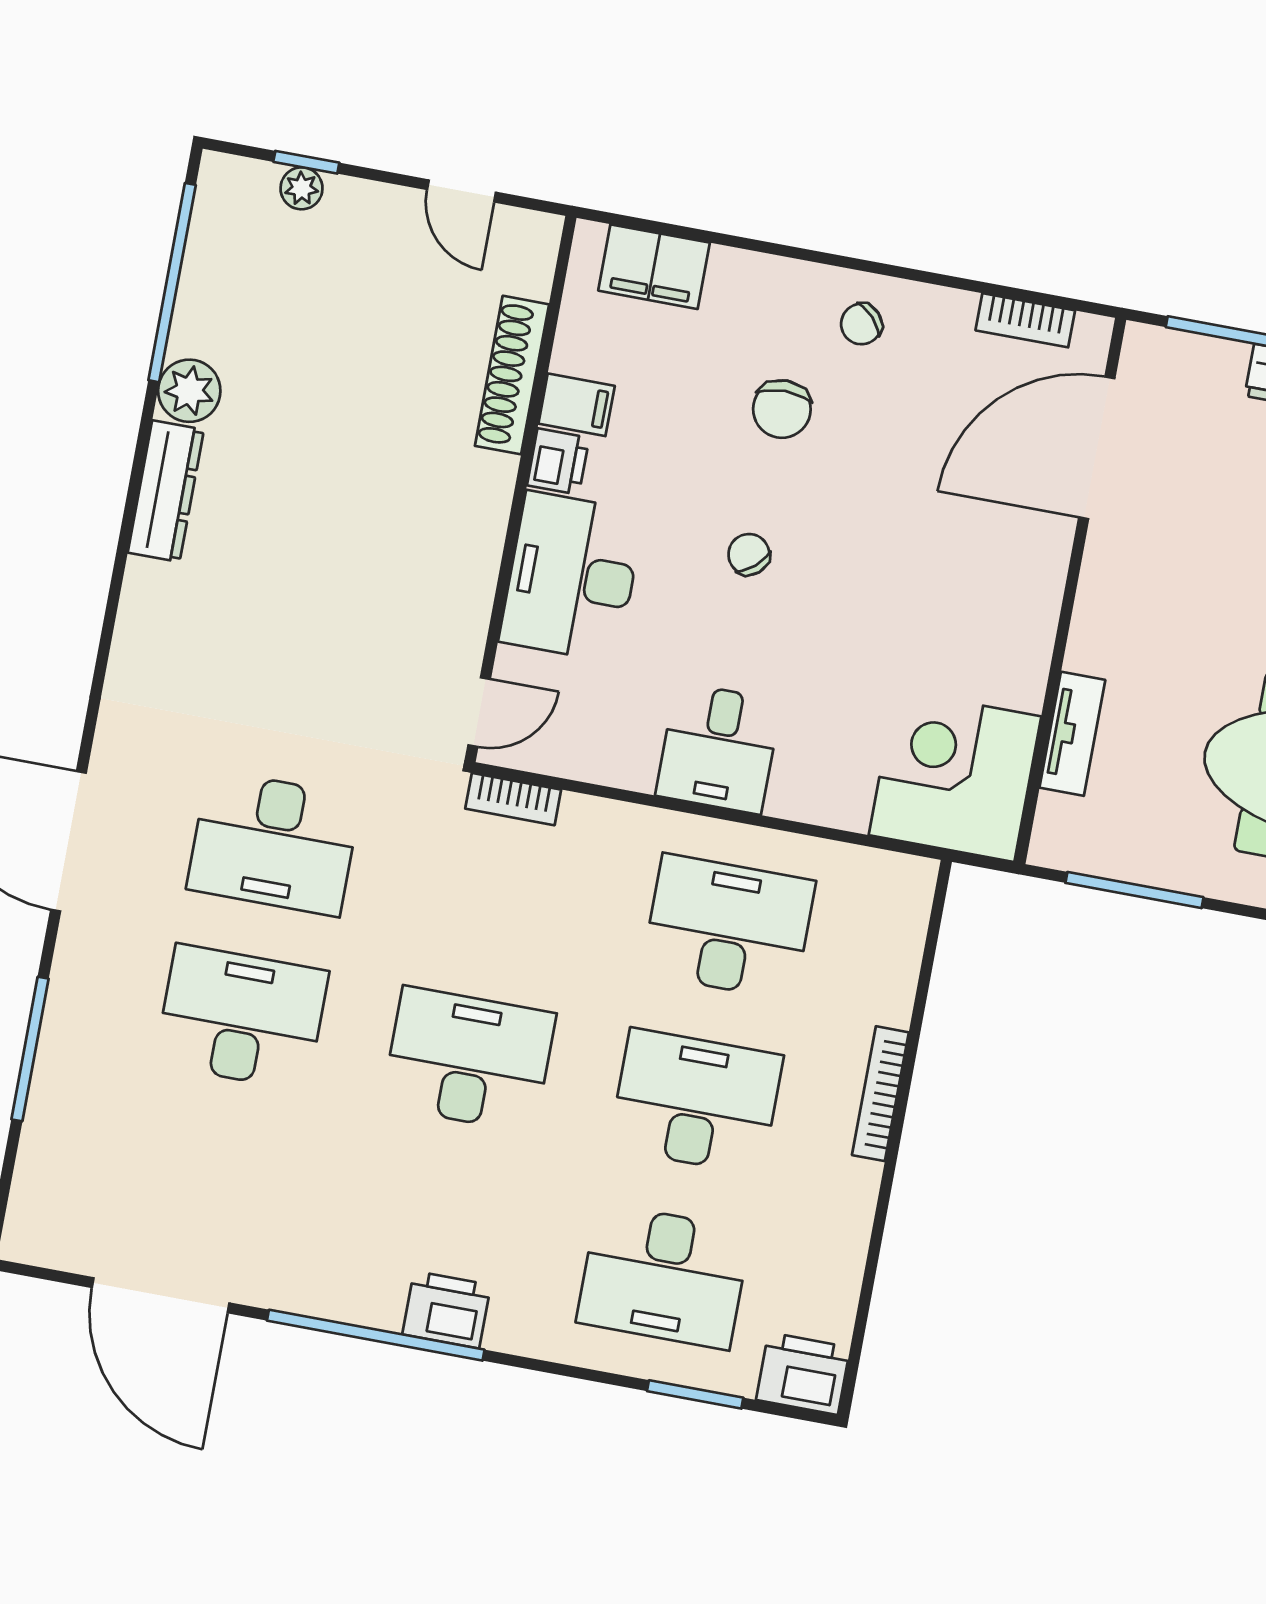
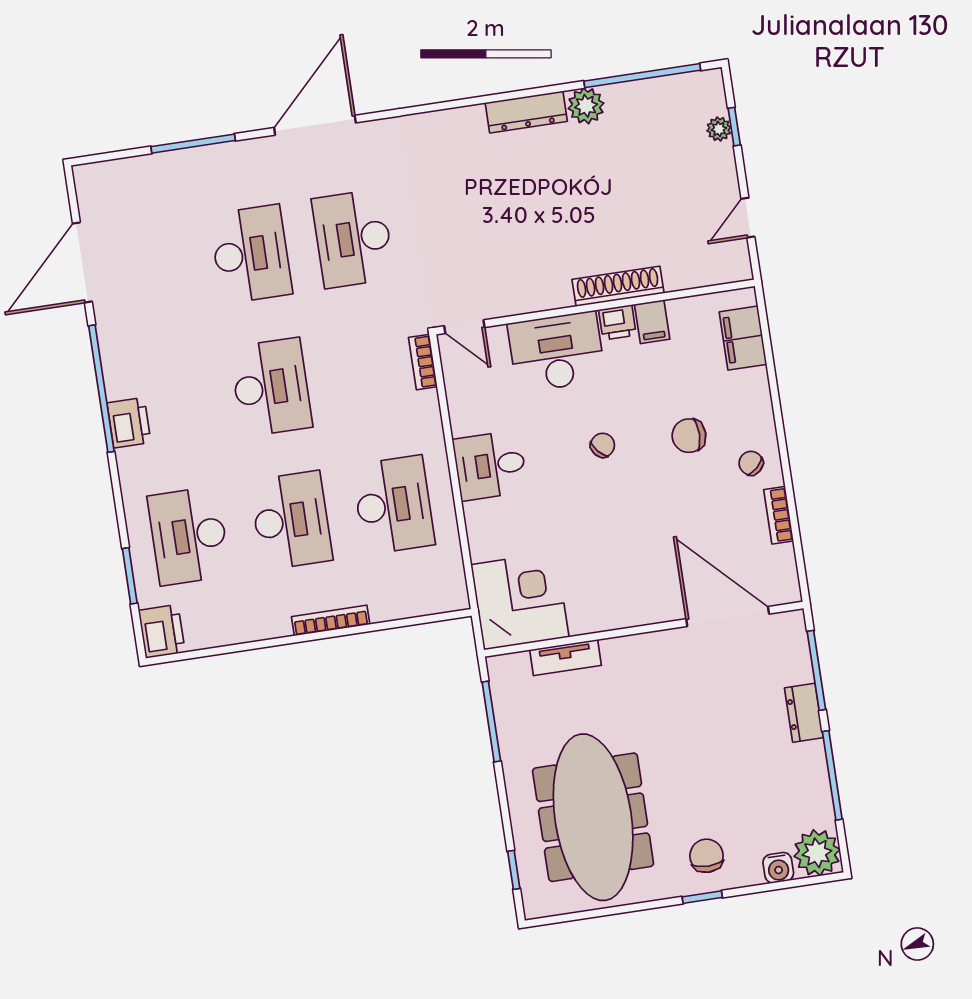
bookcase: (1025, 320) -> (779, 515), moved
shoe rack: (512, 375) -> (618, 286), moved

